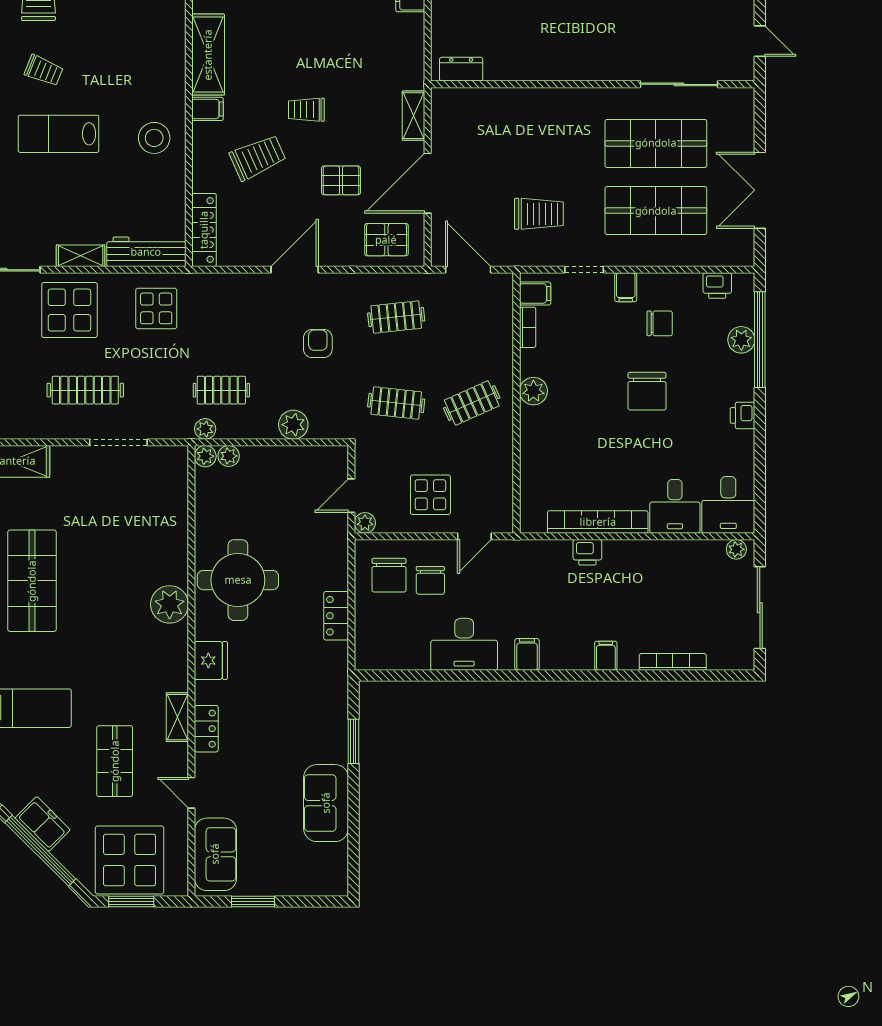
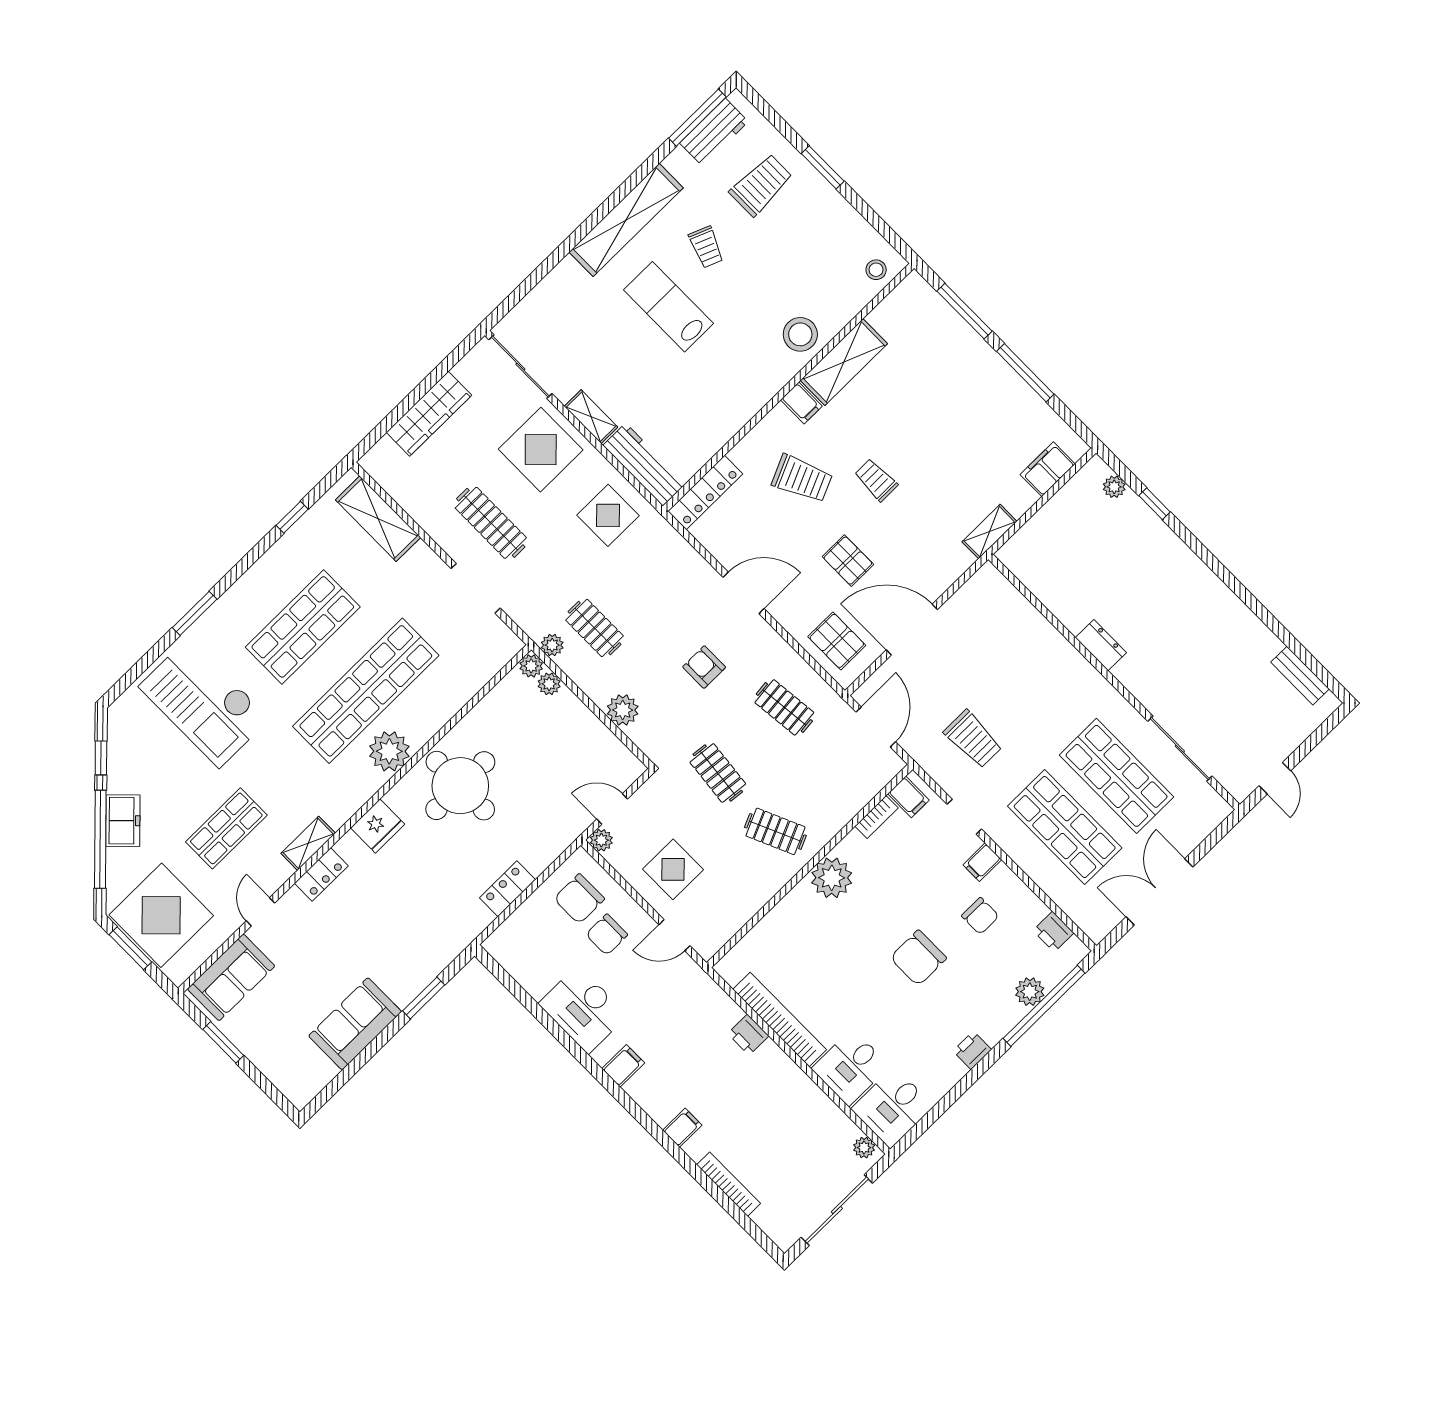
dresser: (461, 69) -> (1101, 645), moved
shelving: (413, 116) -> (989, 532), moved
stool: (154, 138) -> (800, 334), moved
armchair: (318, 343) -> (704, 667), turned -90
plant: (533, 391) -> (832, 878), width x1.36, depth x1.36
shop shelf: (115, 581) -> (366, 691), added

